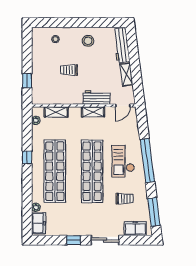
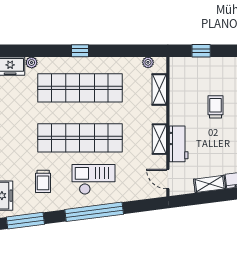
window: (27, 157) -> (80, 51), moved

